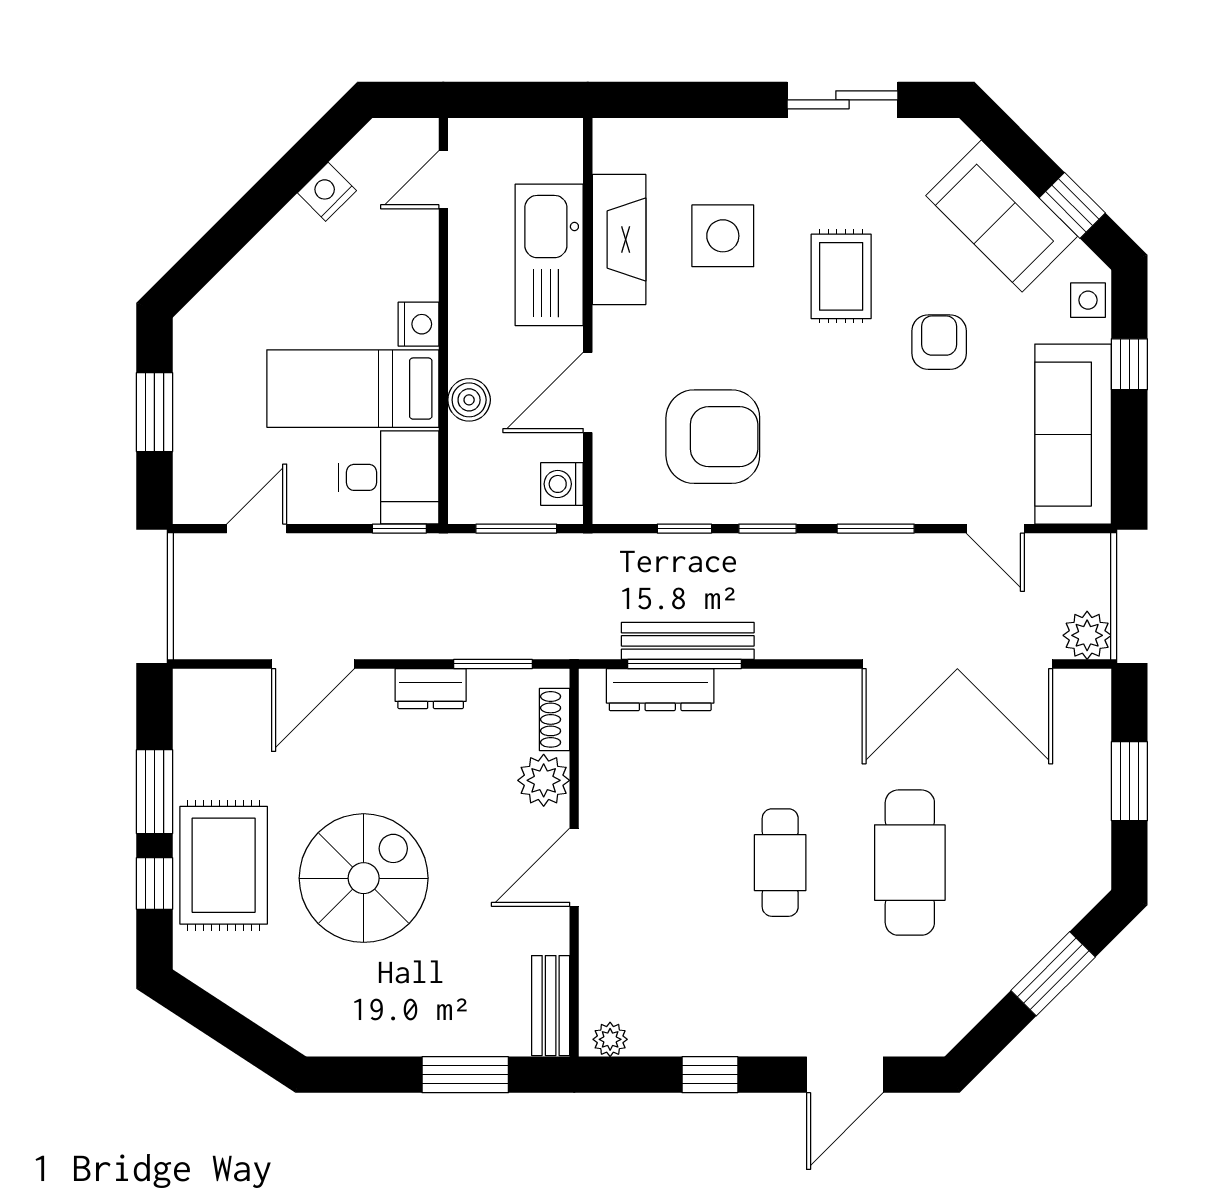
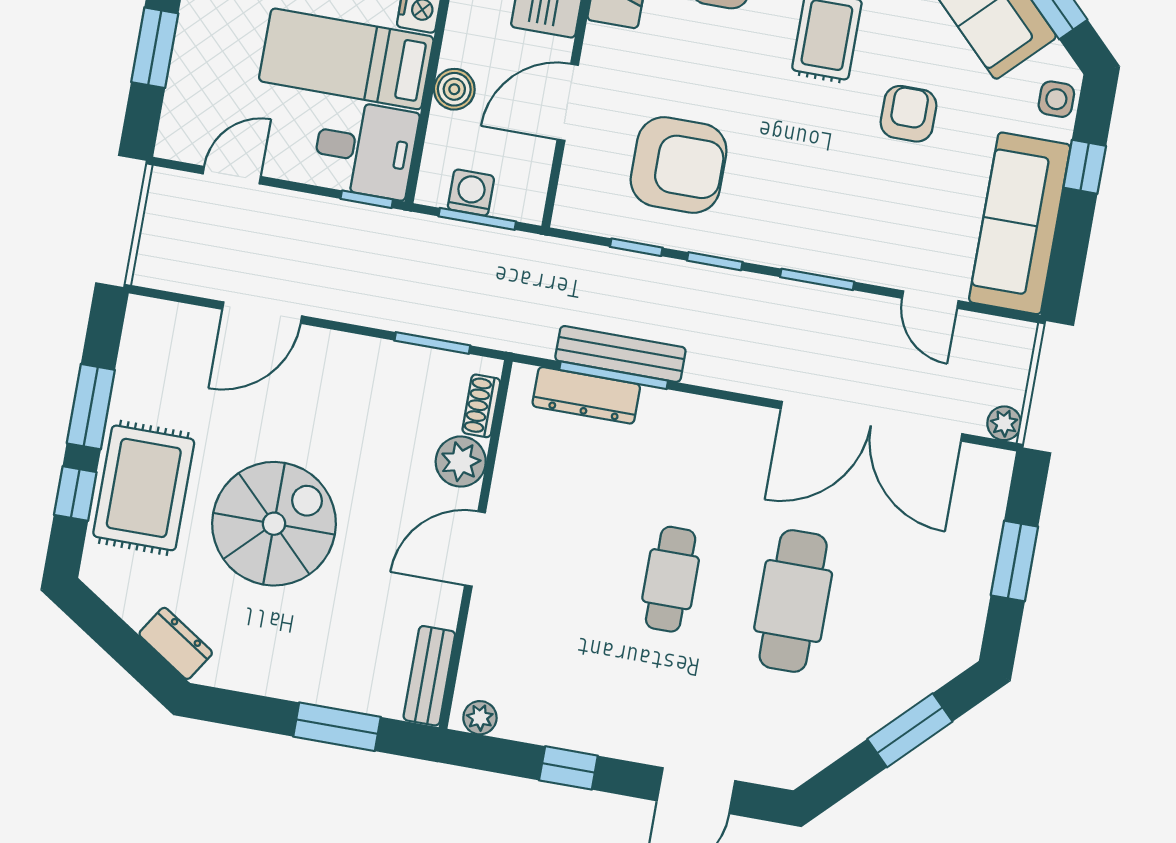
washing machine: (562, 484) -> (471, 193), moved, turned 90
plant: (1087, 635) -> (1004, 423), width x0.73, depth x0.73
dresser: (431, 689) -> (176, 643), moved, turned -147

